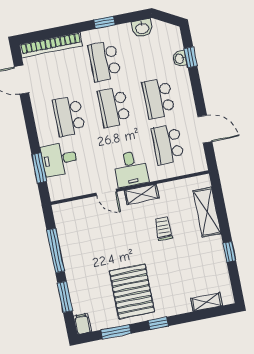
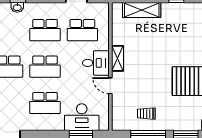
desk: (59, 159) -> (82, 117), width x1.37
door: (106, 192) -> (110, 86), swing flipped
trolley: (163, 229) -> (146, 114), moved

